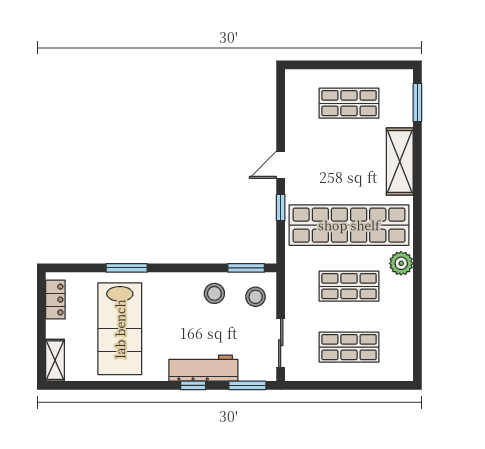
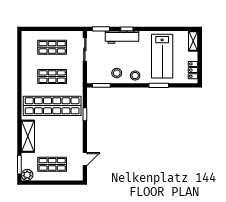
door: (281, 165) -> (85, 159), moved
plant: (401, 263) -> (27, 175), moved
stool: (256, 297) -> (135, 76), moved
lab bench: (120, 329) -> (162, 56), turned 180

